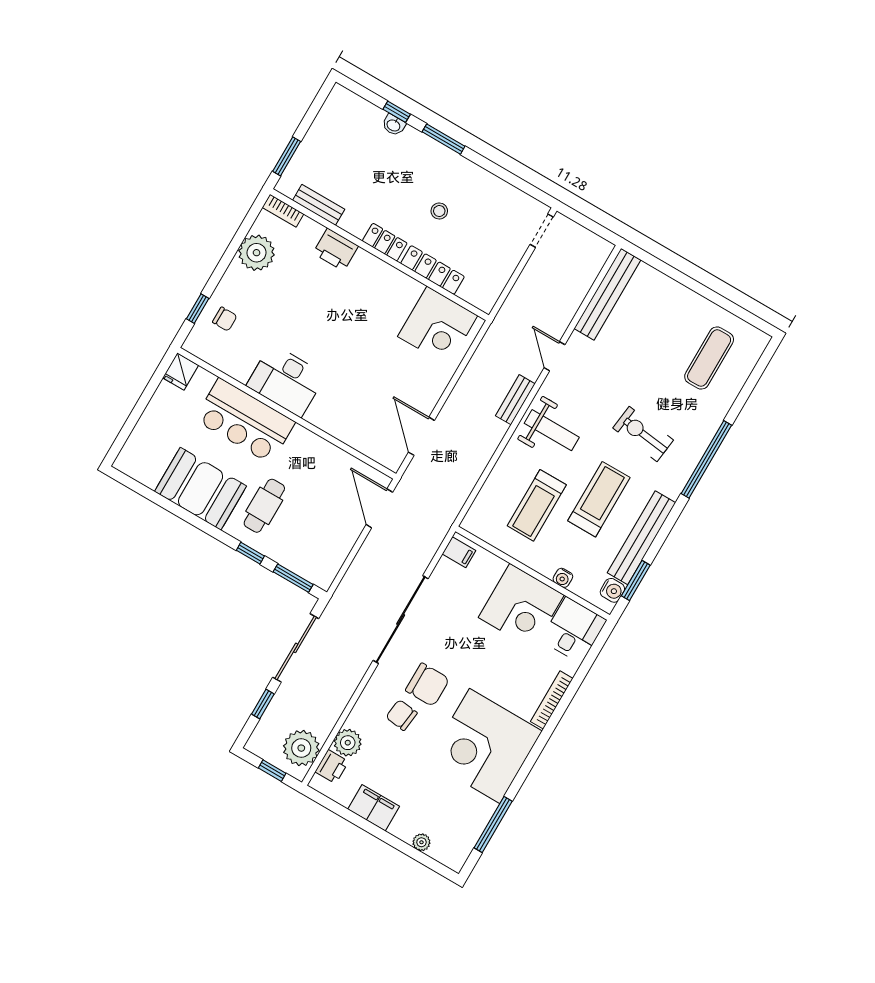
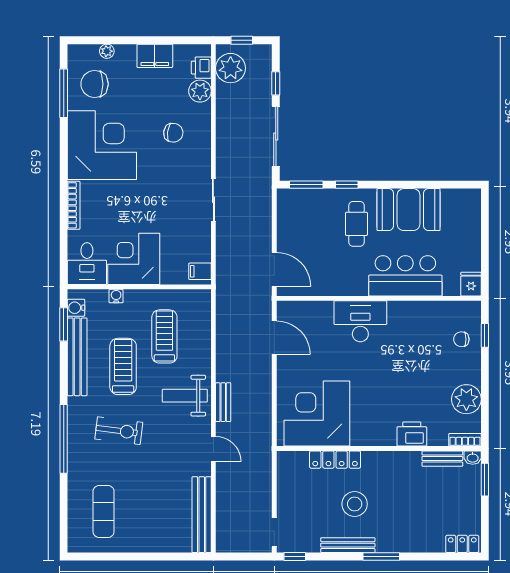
window: (397, 112) -> (295, 556), moved
washbasin: (394, 125) -> (473, 458), moved, turned 180
bench: (472, 172) -> (348, 545), added
stool: (439, 211) -> (355, 504), width x1.89, depth x1.89
locker: (385, 242) -> (462, 544), moved, turned 180
corner desk: (438, 326) -> (317, 414), width x1.36, depth x1.36
desk: (286, 380) -> (360, 321), moved
treadmill: (599, 499) -> (123, 366), turned 180
sliding door: (401, 619) -> (213, 200), width x0.54
chair: (427, 685) -> (95, 84), moved

